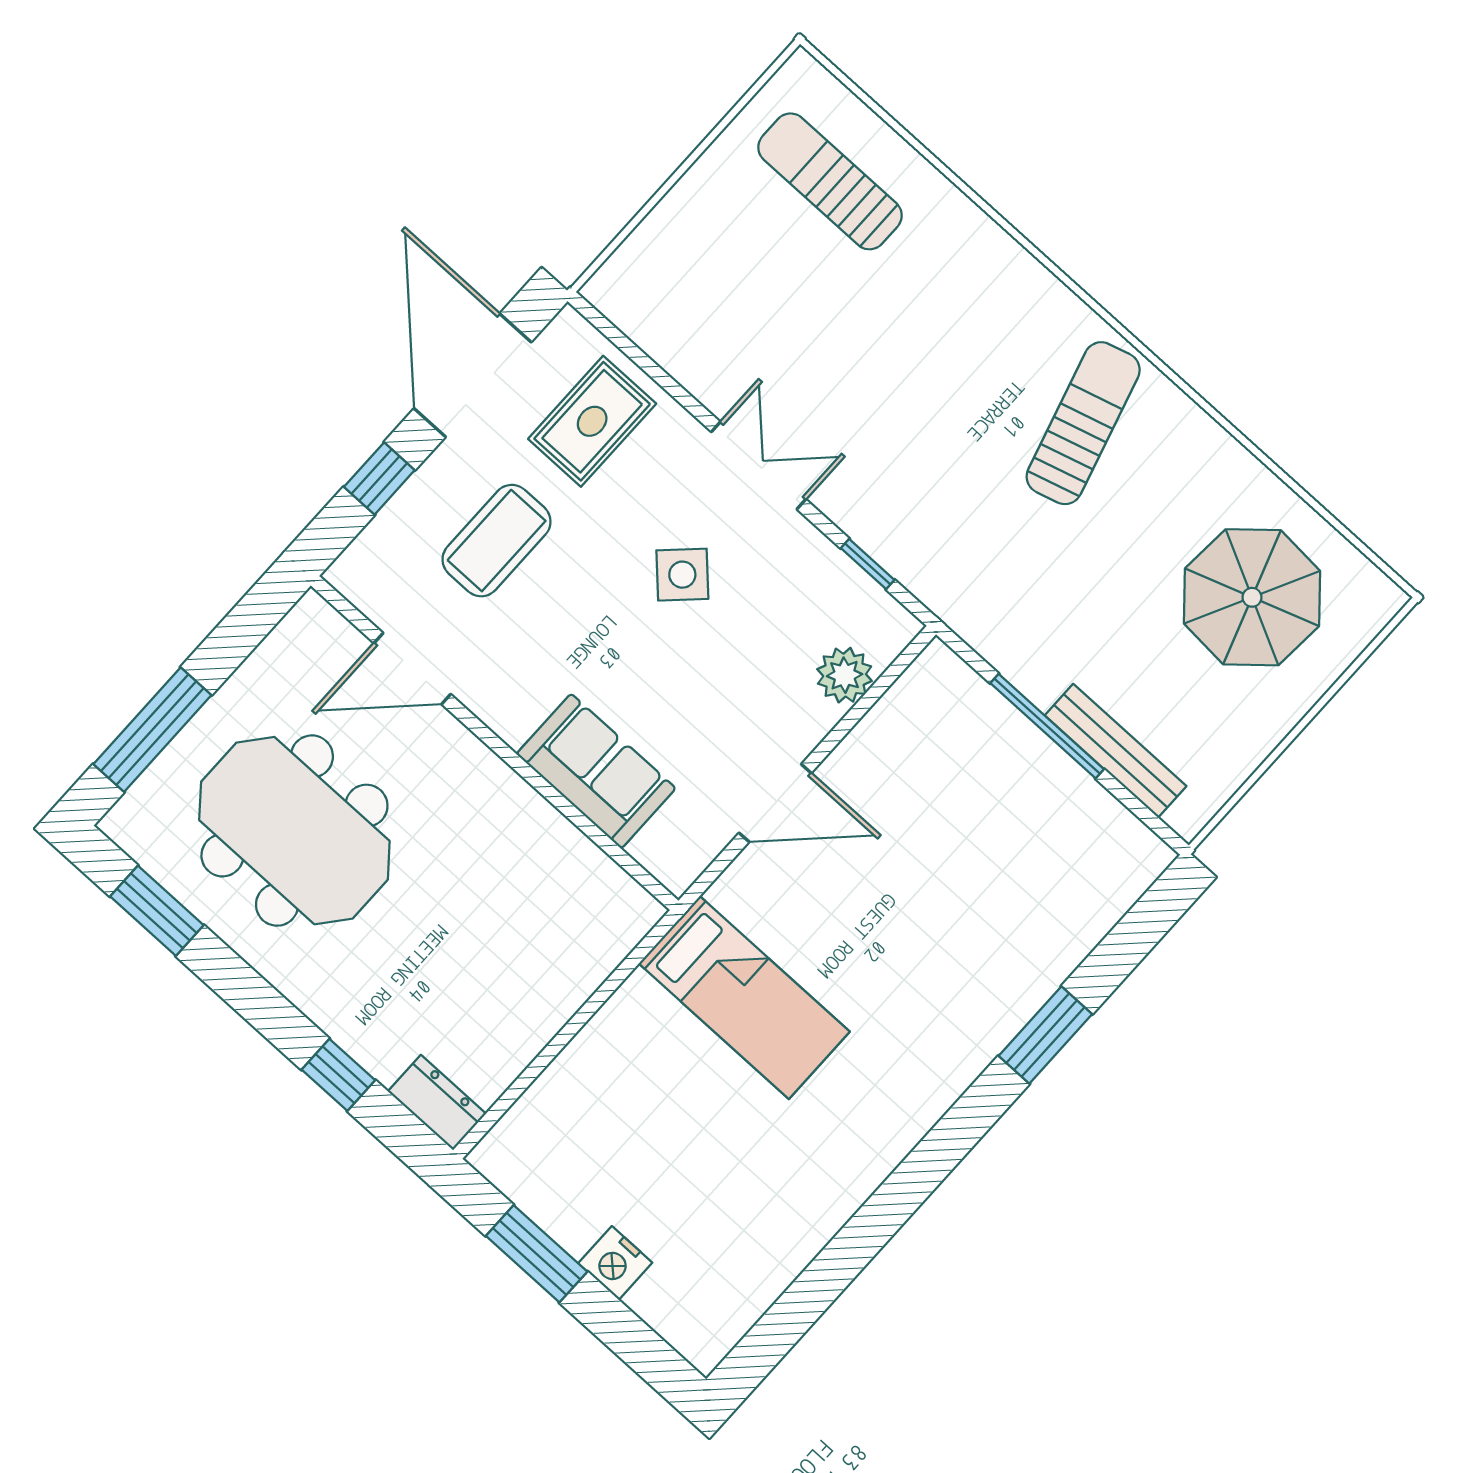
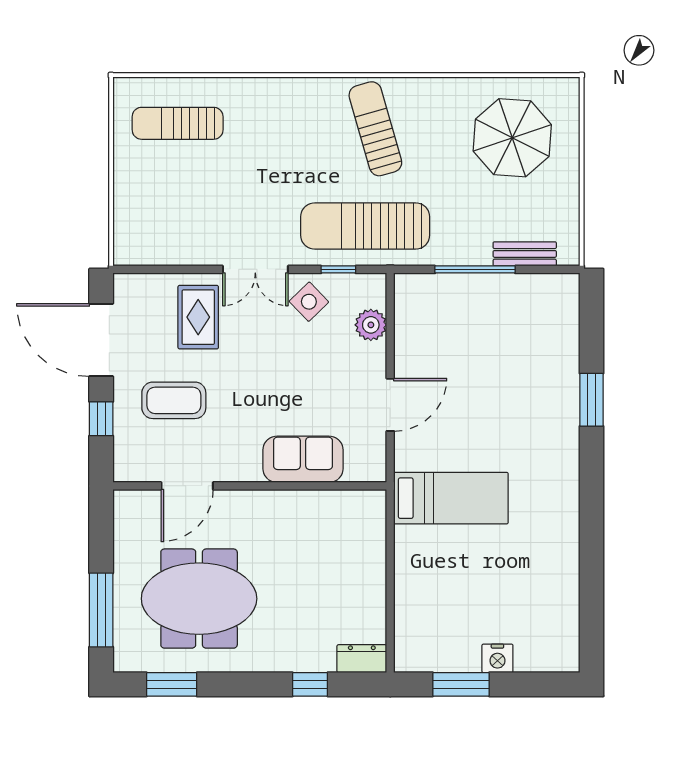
rug: (592, 421) -> (198, 317), moved
double door: (759, 466) -> (255, 269), swing flipped
sun lounger: (954, 539) -> (365, 226), added
coffee table: (497, 541) -> (174, 400), turned 90
side table: (682, 575) -> (309, 302), moved
bench: (1116, 751) -> (525, 254), width x0.73

